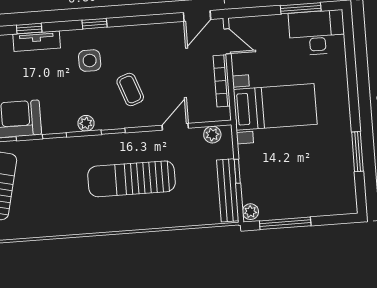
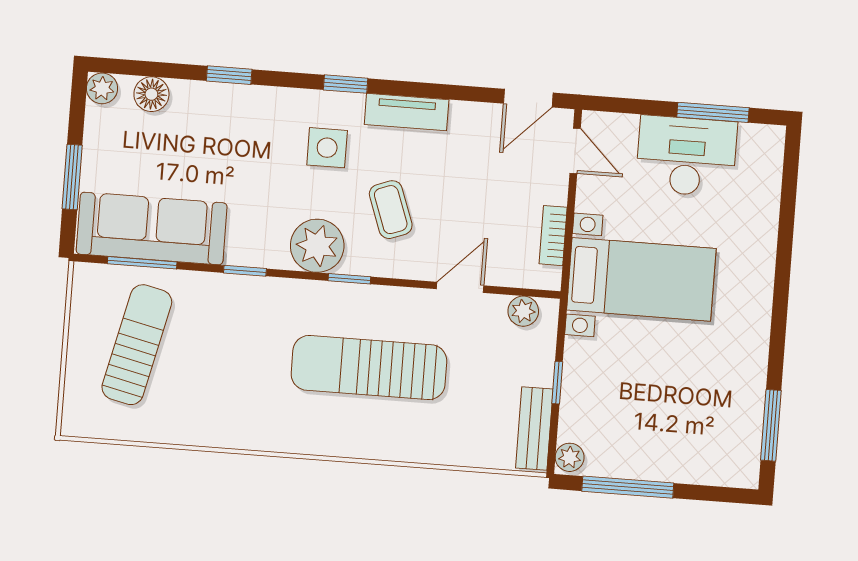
desk: (317, 33) -> (686, 156), moved
tv unit: (37, 41) -> (407, 112), moved
bookcase: (222, 81) -> (553, 236), width x0.64
plant: (86, 123) -> (317, 246), width x1.88, depth x1.88
window: (357, 152) -> (771, 425), moved
bench: (228, 190) -> (534, 428), width x0.73

